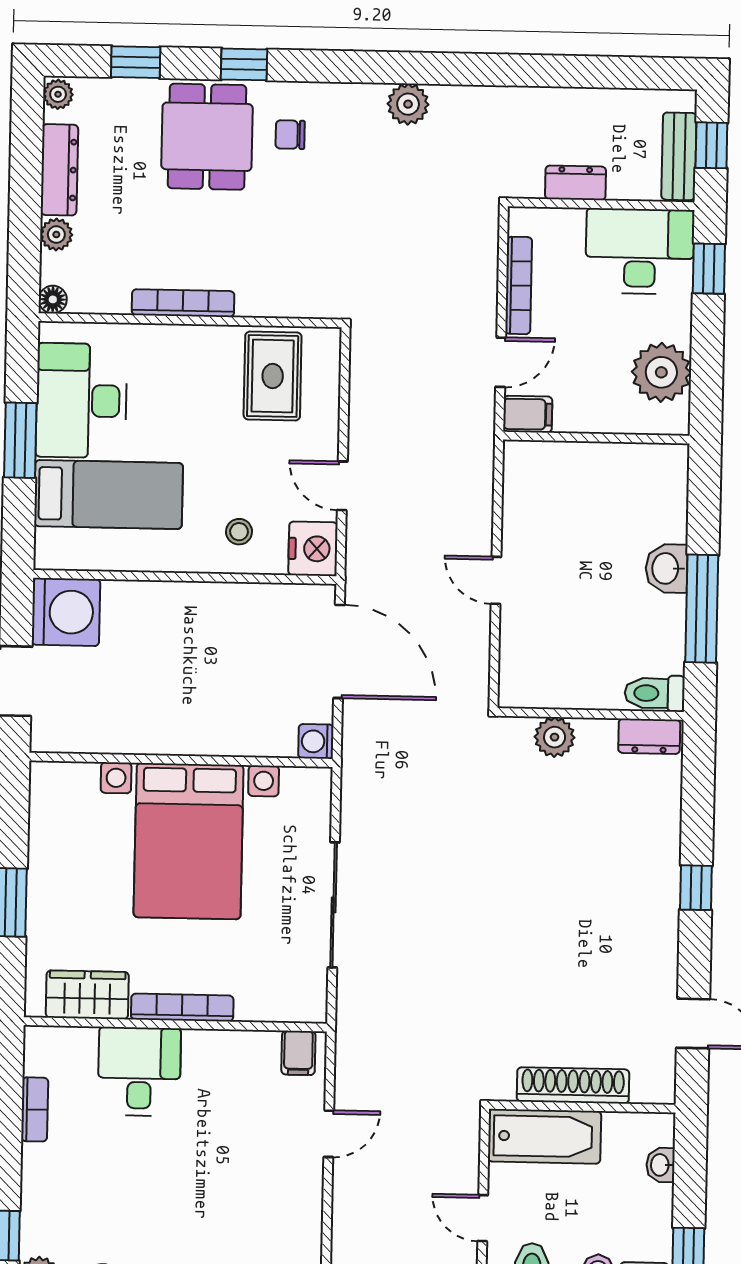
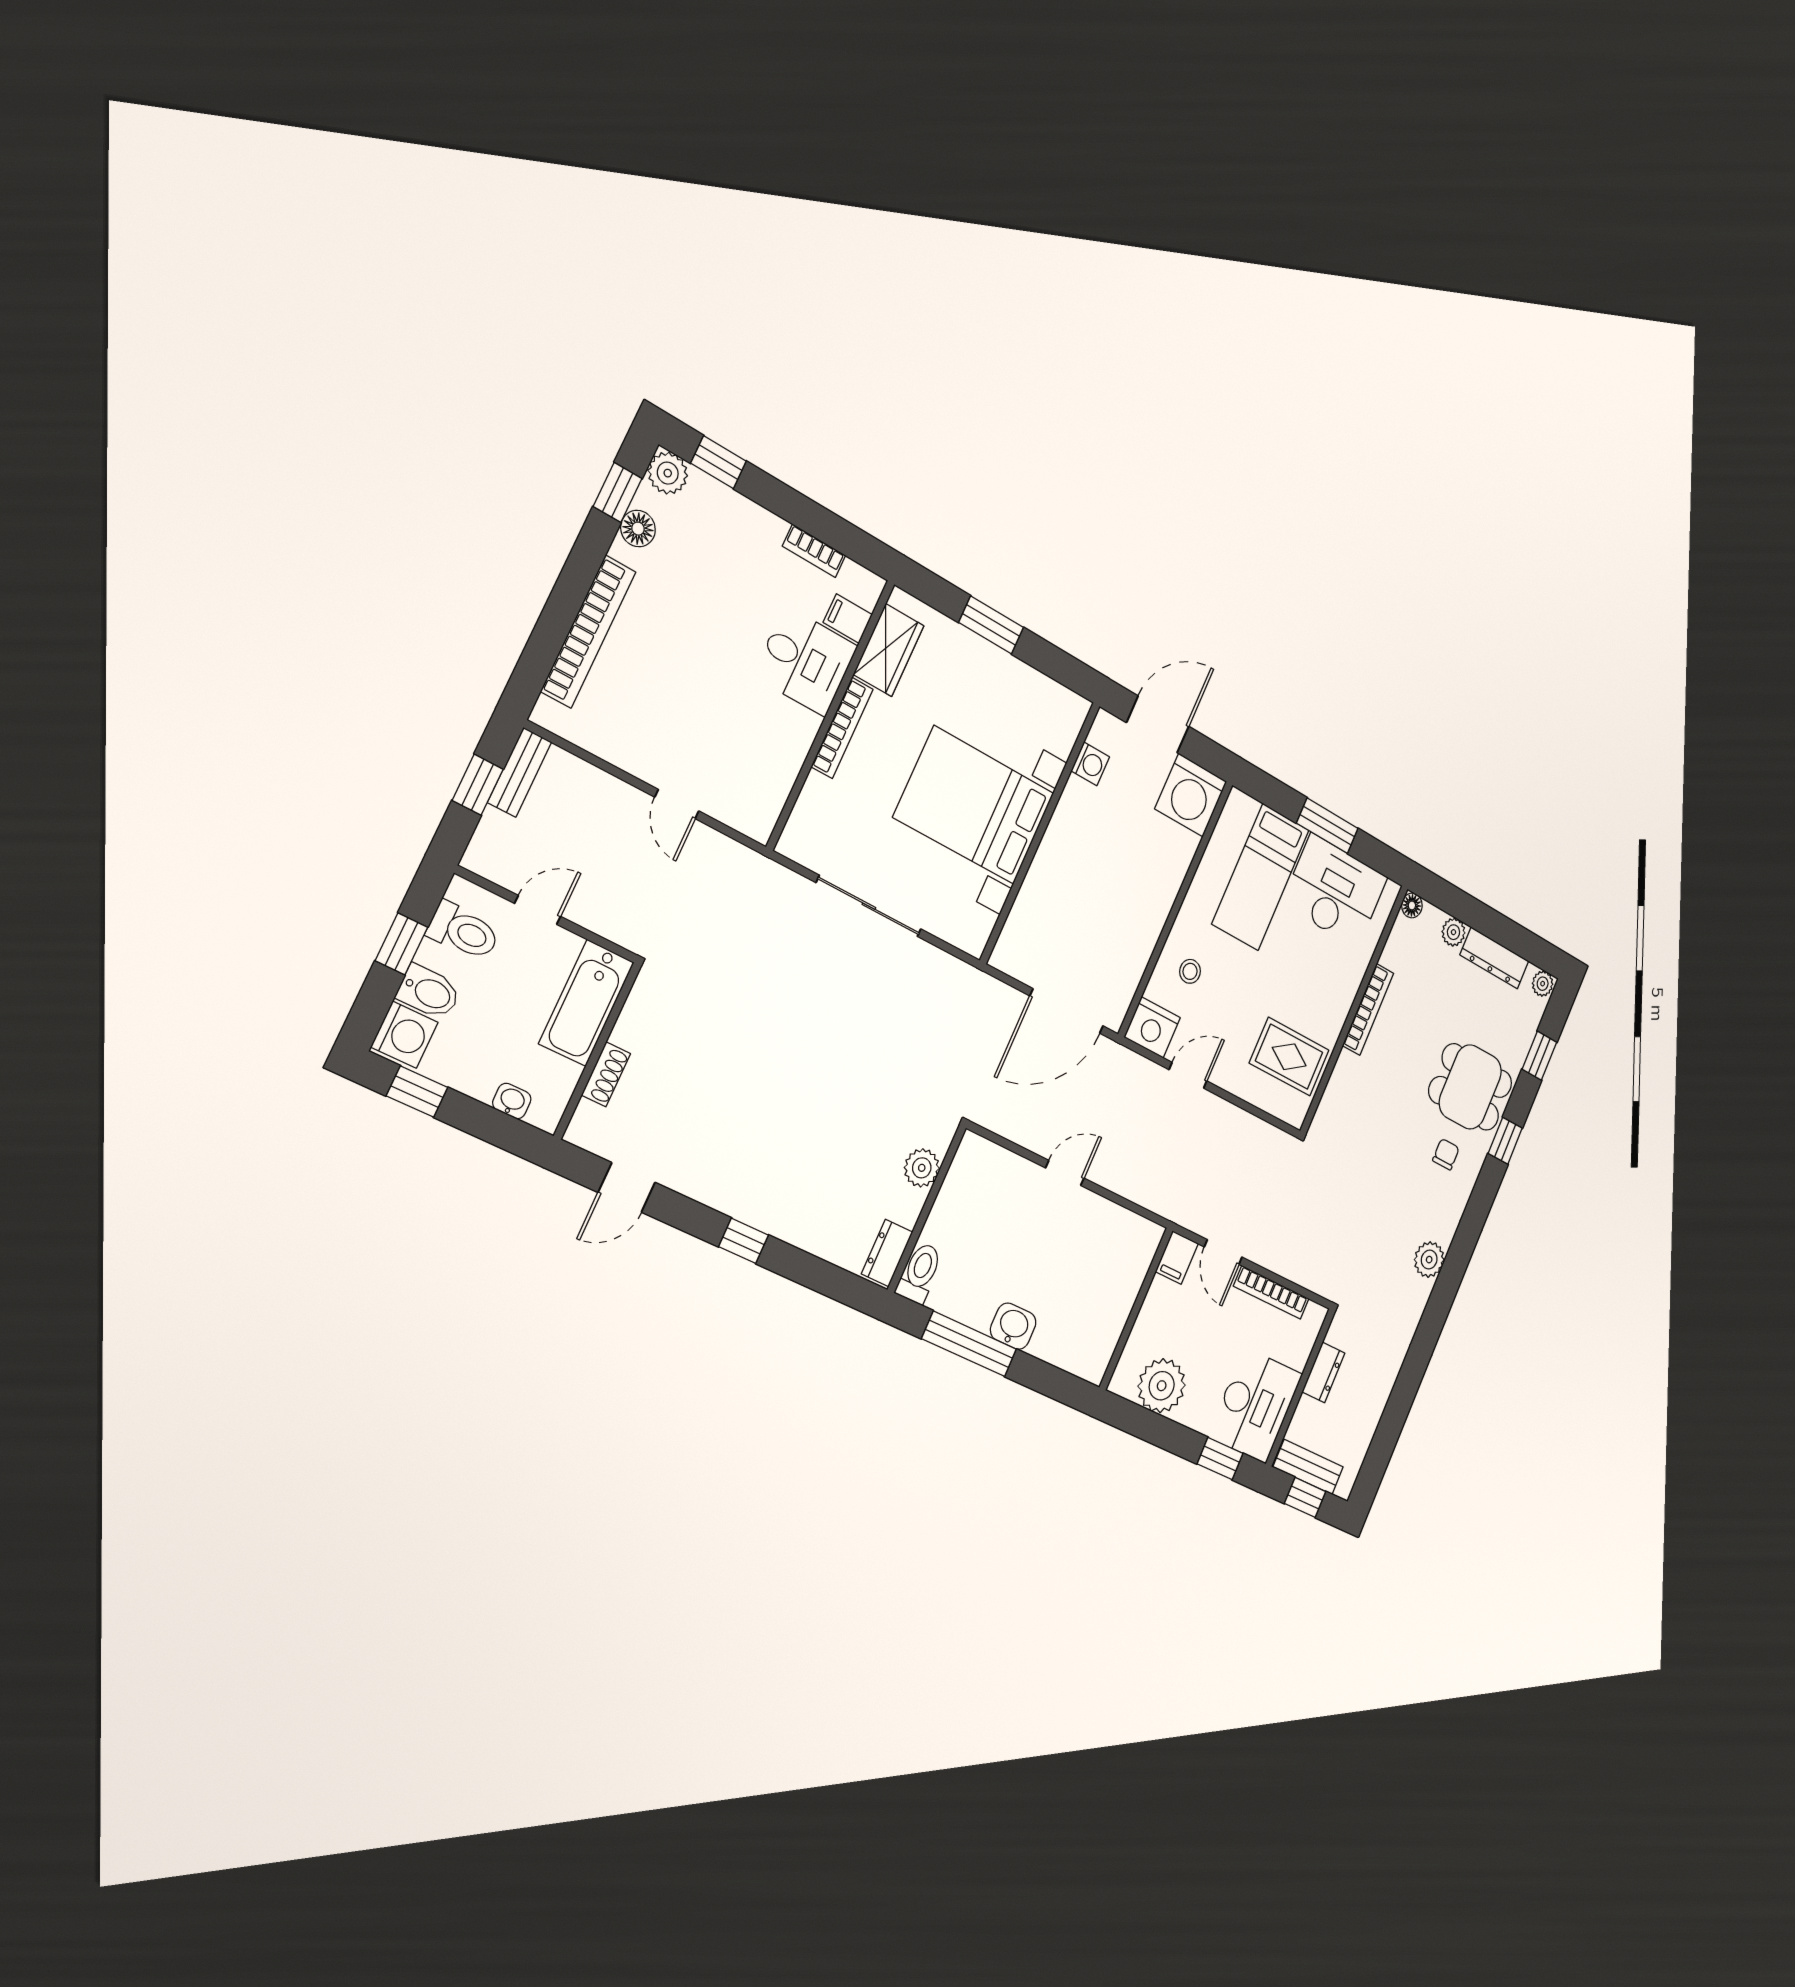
washing machine: (316, 741) -> (1090, 764), moved, turned 90
filing cabinet: (298, 1053) -> (848, 619), moved
shoe rack: (573, 1085) -> (606, 1074), width x0.51, depth x0.81

